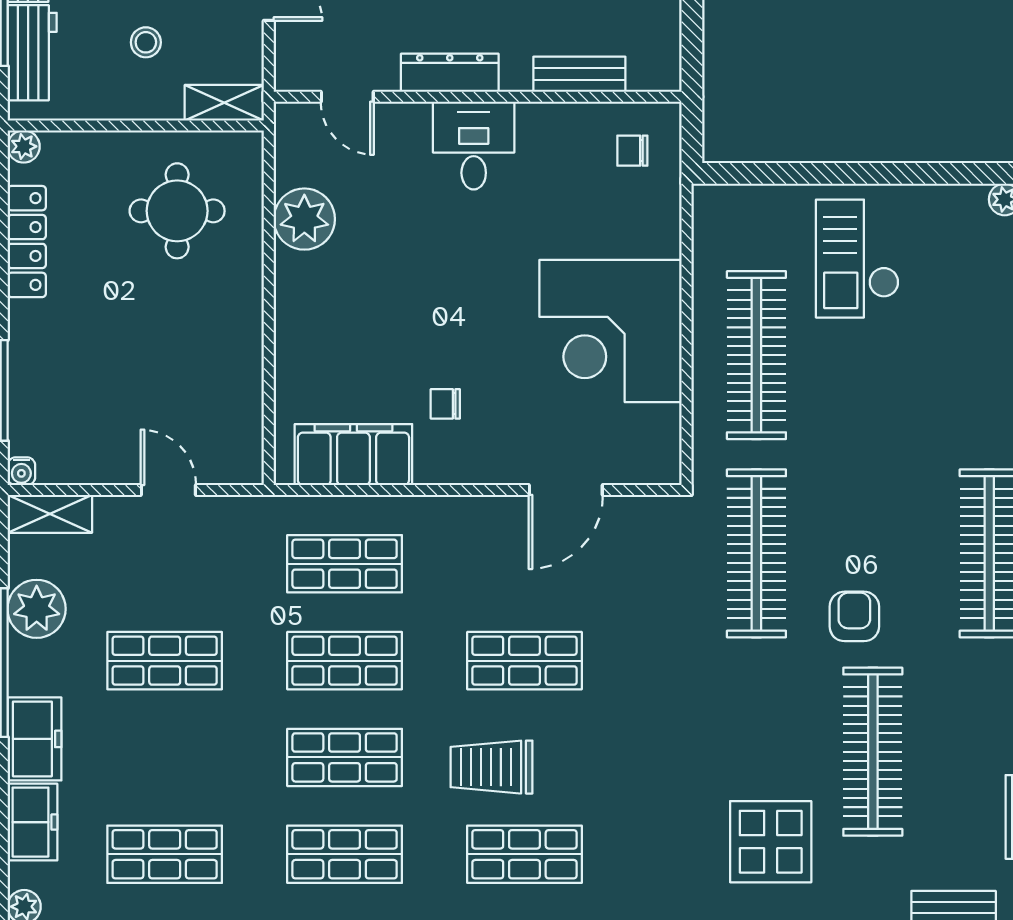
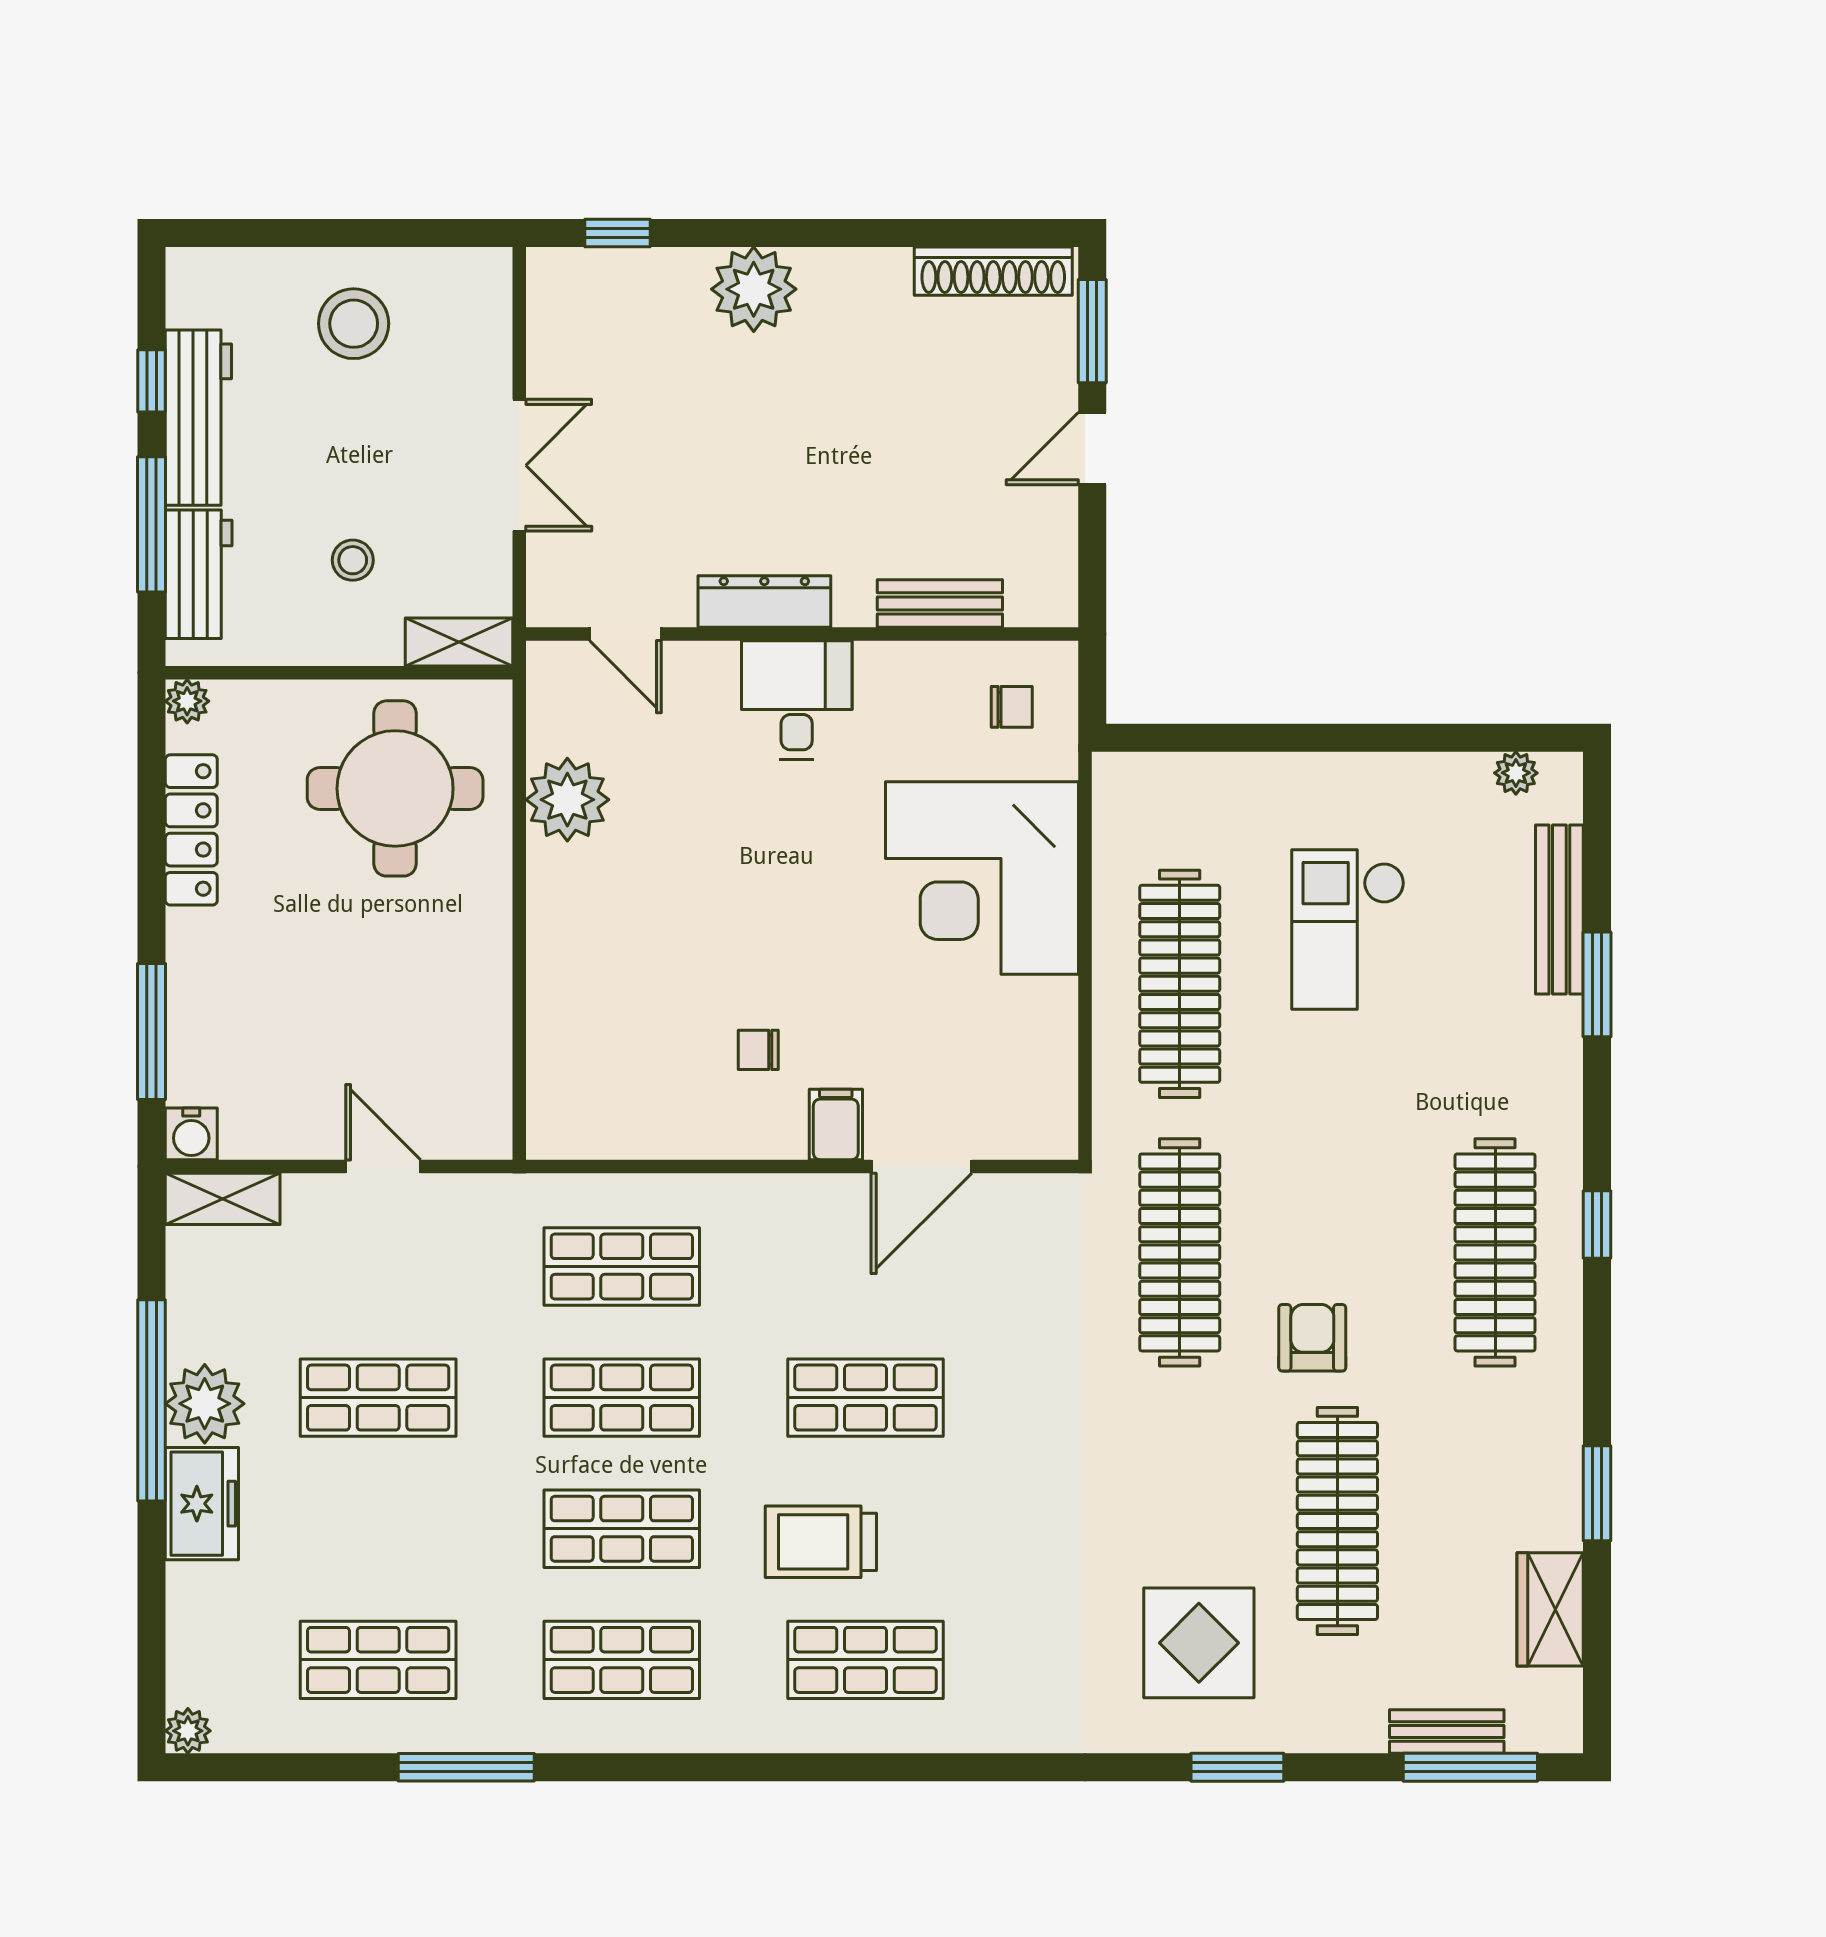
chair: (632, 151) -> (1012, 707), turned 180
round table: (177, 211) -> (395, 788), width x1.36, depth x1.36
checkout: (857, 259) -> (1348, 929), moved
corner desk: (610, 331) -> (982, 878), moved
filing cabinet: (353, 455) -> (836, 1124), moved, width x0.33, depth x0.86
water cooler: (21, 471) -> (191, 1134), width x1.38, depth x1.38
plant: (37, 609) -> (205, 1404), moved
freezer: (32, 822) -> (199, 1616), removed

